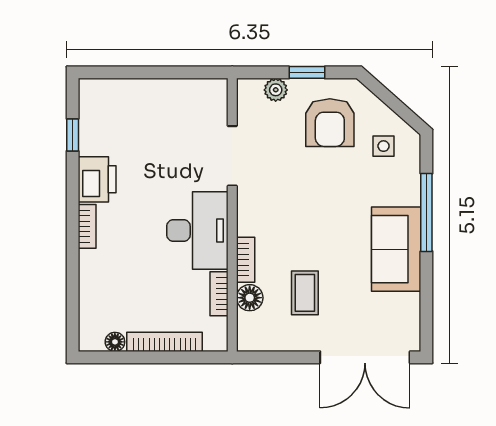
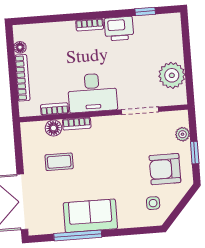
plant: (179, 100) -> (172, 75), added
window: (426, 212) -> (78, 235), moved

